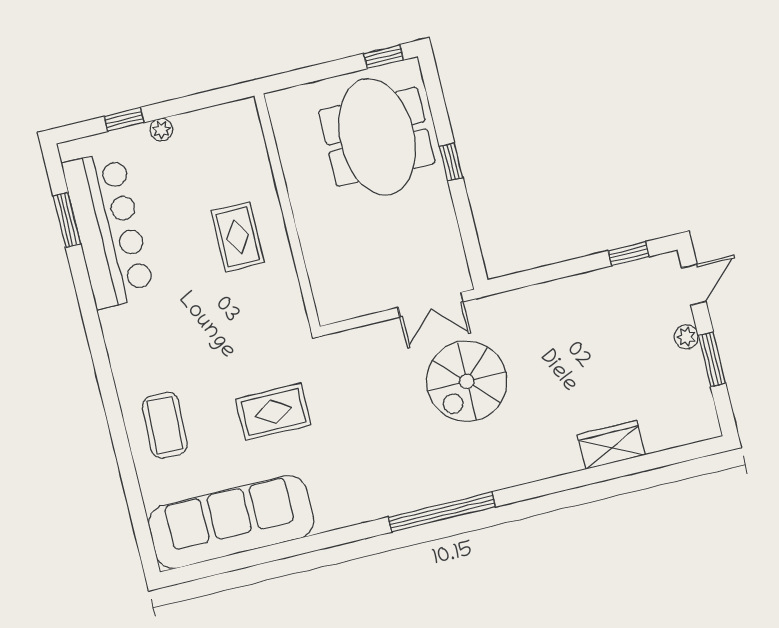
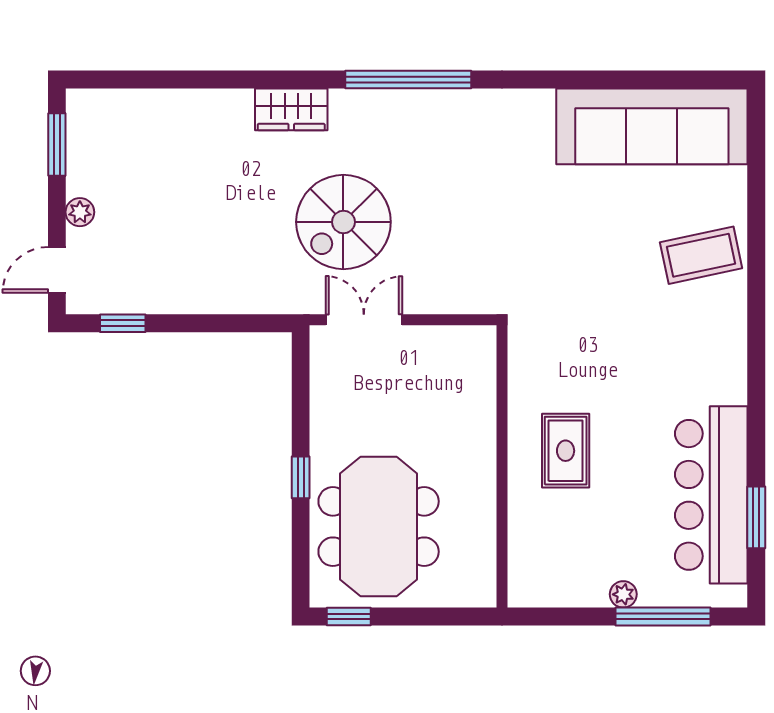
window: (124, 119) -> (663, 616), width x2.17
window: (712, 359) -> (57, 145), moved
spiral stairs: (467, 381) -> (343, 222), turned 180
rug: (273, 412) -> (573, 241), removed
coffee table: (165, 425) -> (701, 255), turned 76
wardrobe: (611, 445) -> (291, 109), moved

